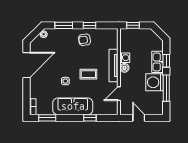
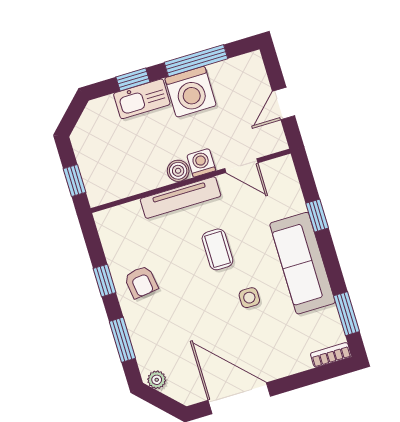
washing machine: (125, 58) -> (201, 163), moved

